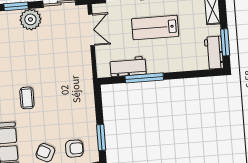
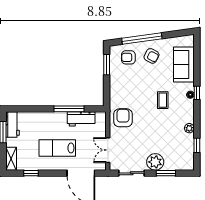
lab bench: (155, 28) -> (57, 148), turned 180
armchair: (75, 72) -> (123, 118), added

